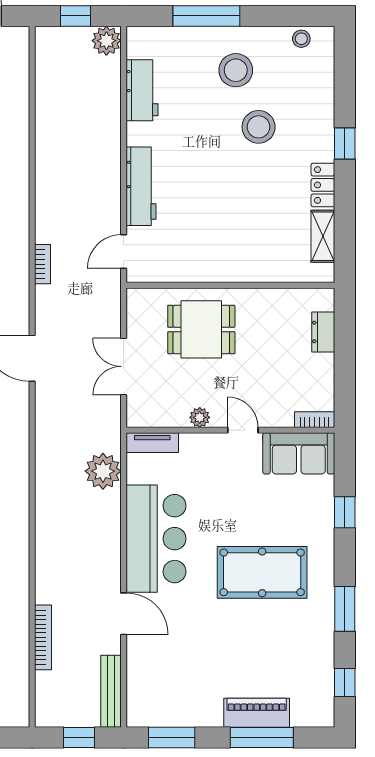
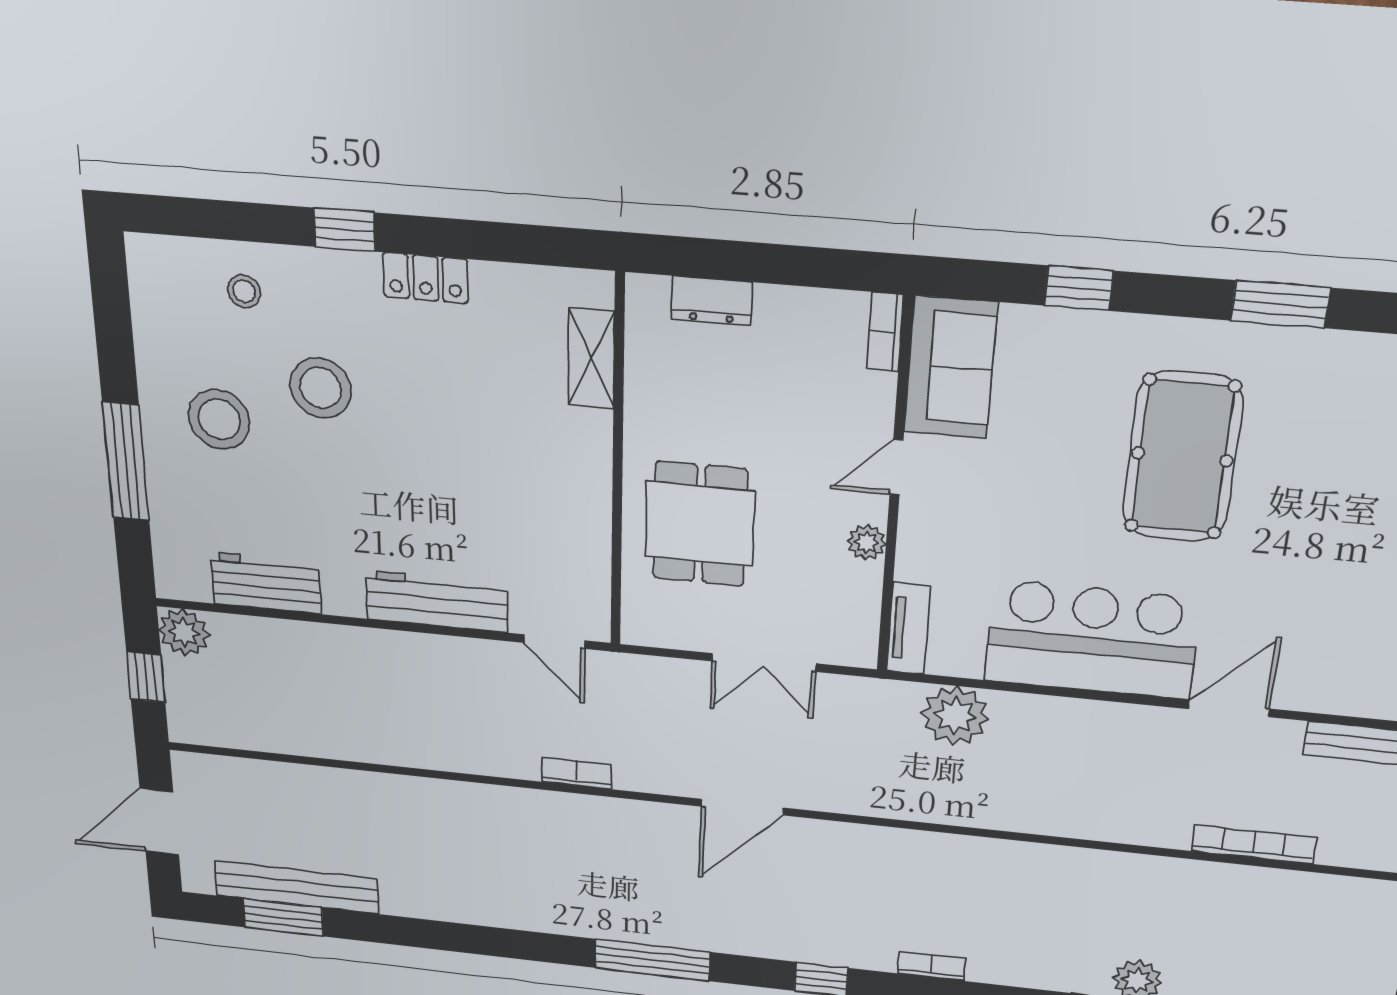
stool: (301, 39) -> (244, 291), moved
shelving: (323, 236) -> (591, 358), moved, turned 90

